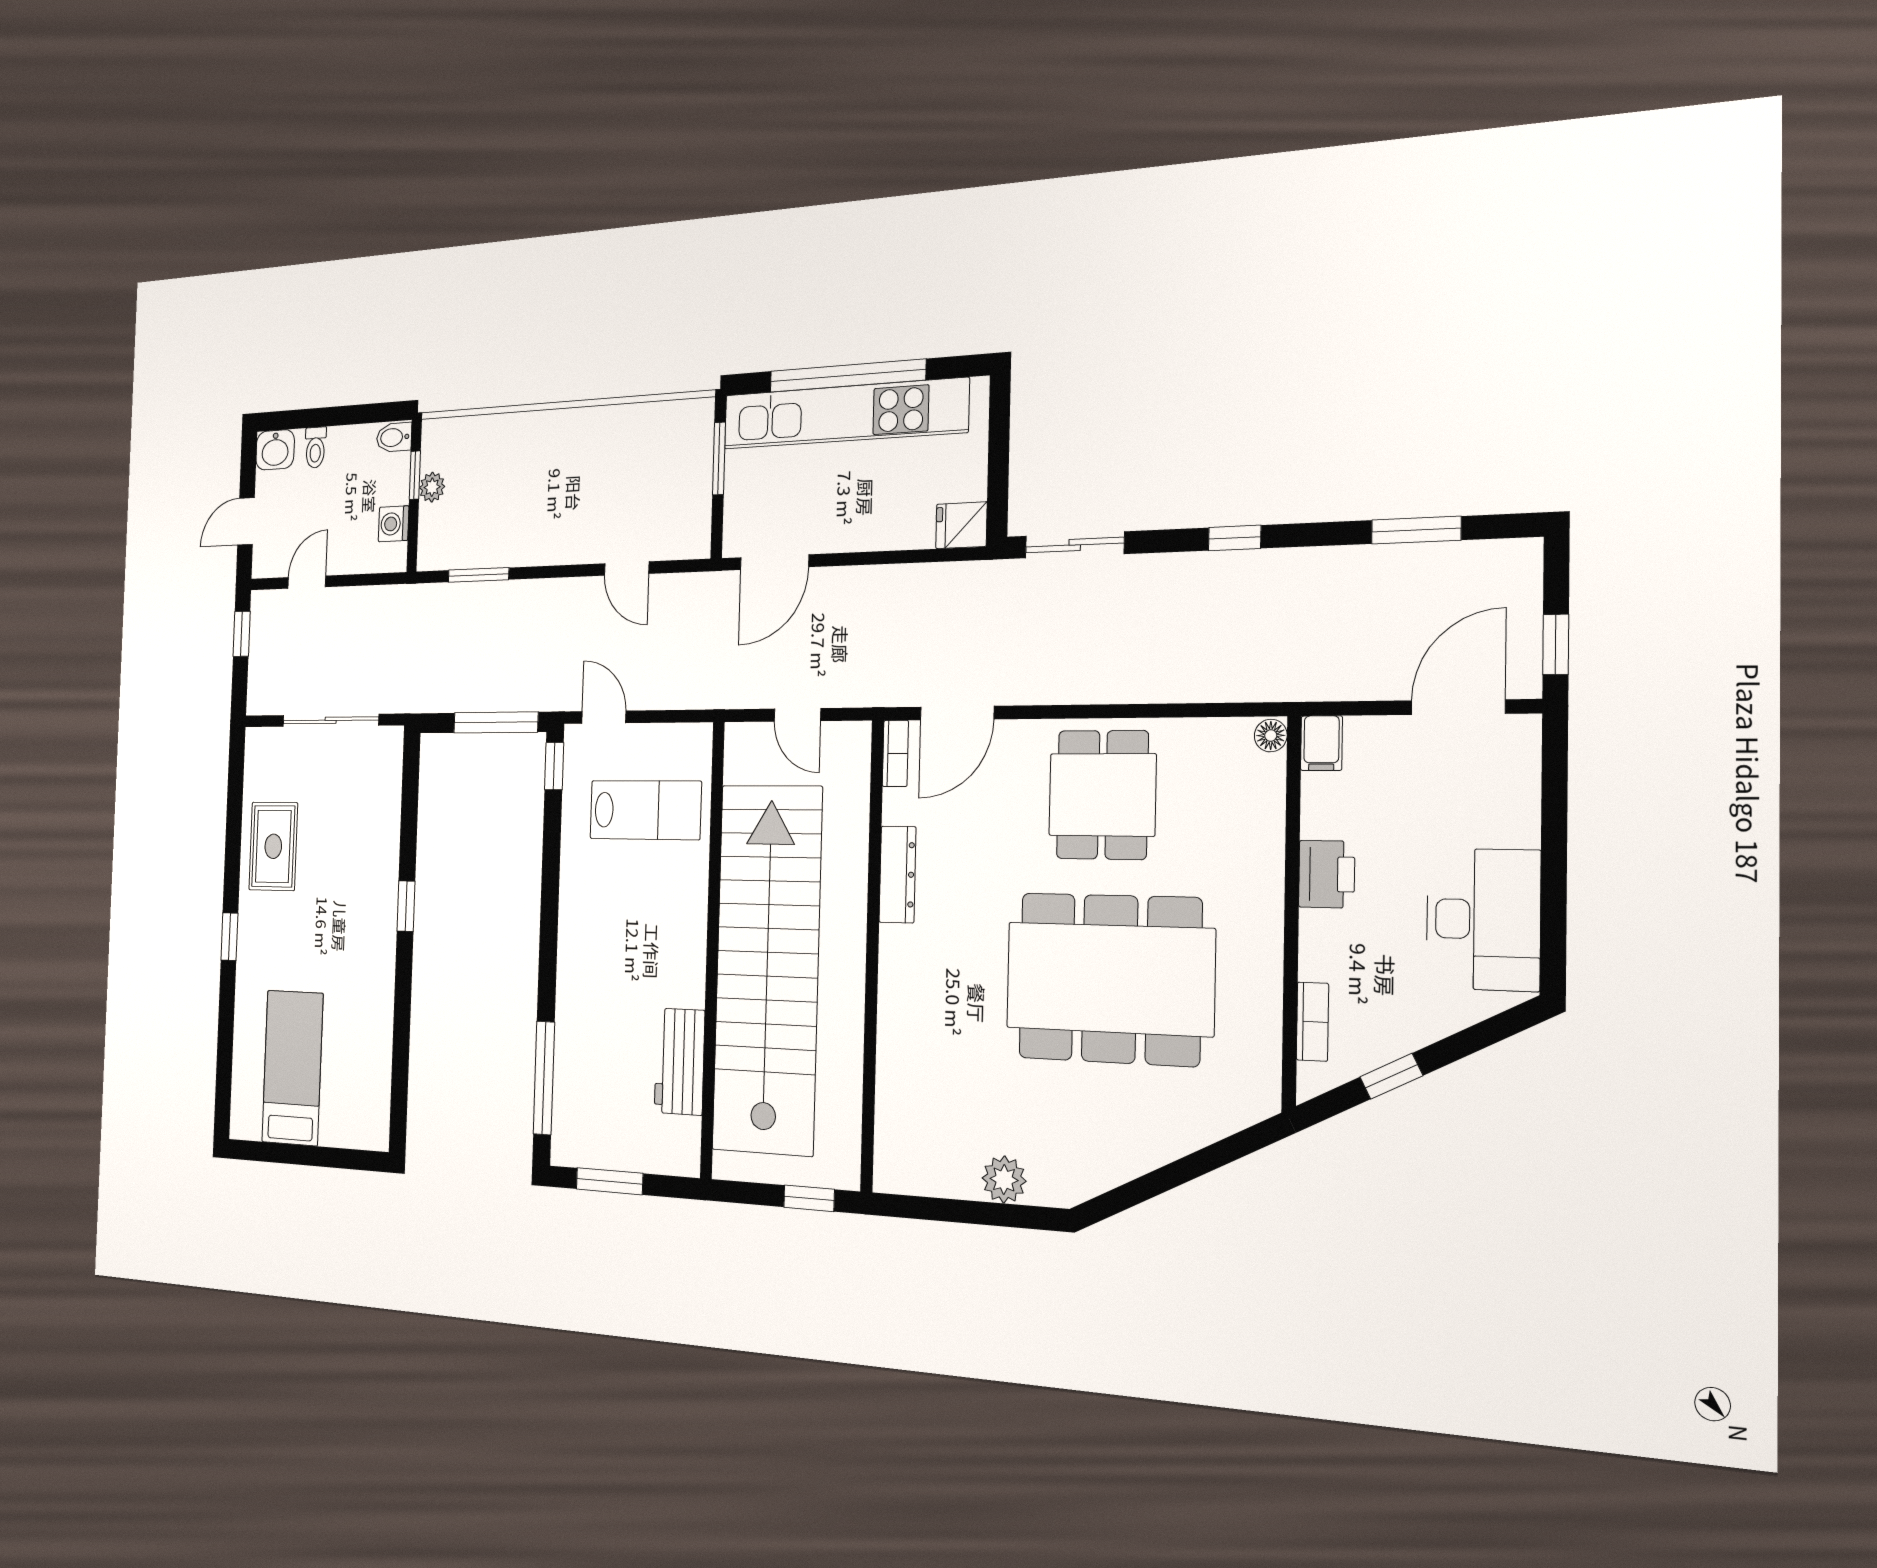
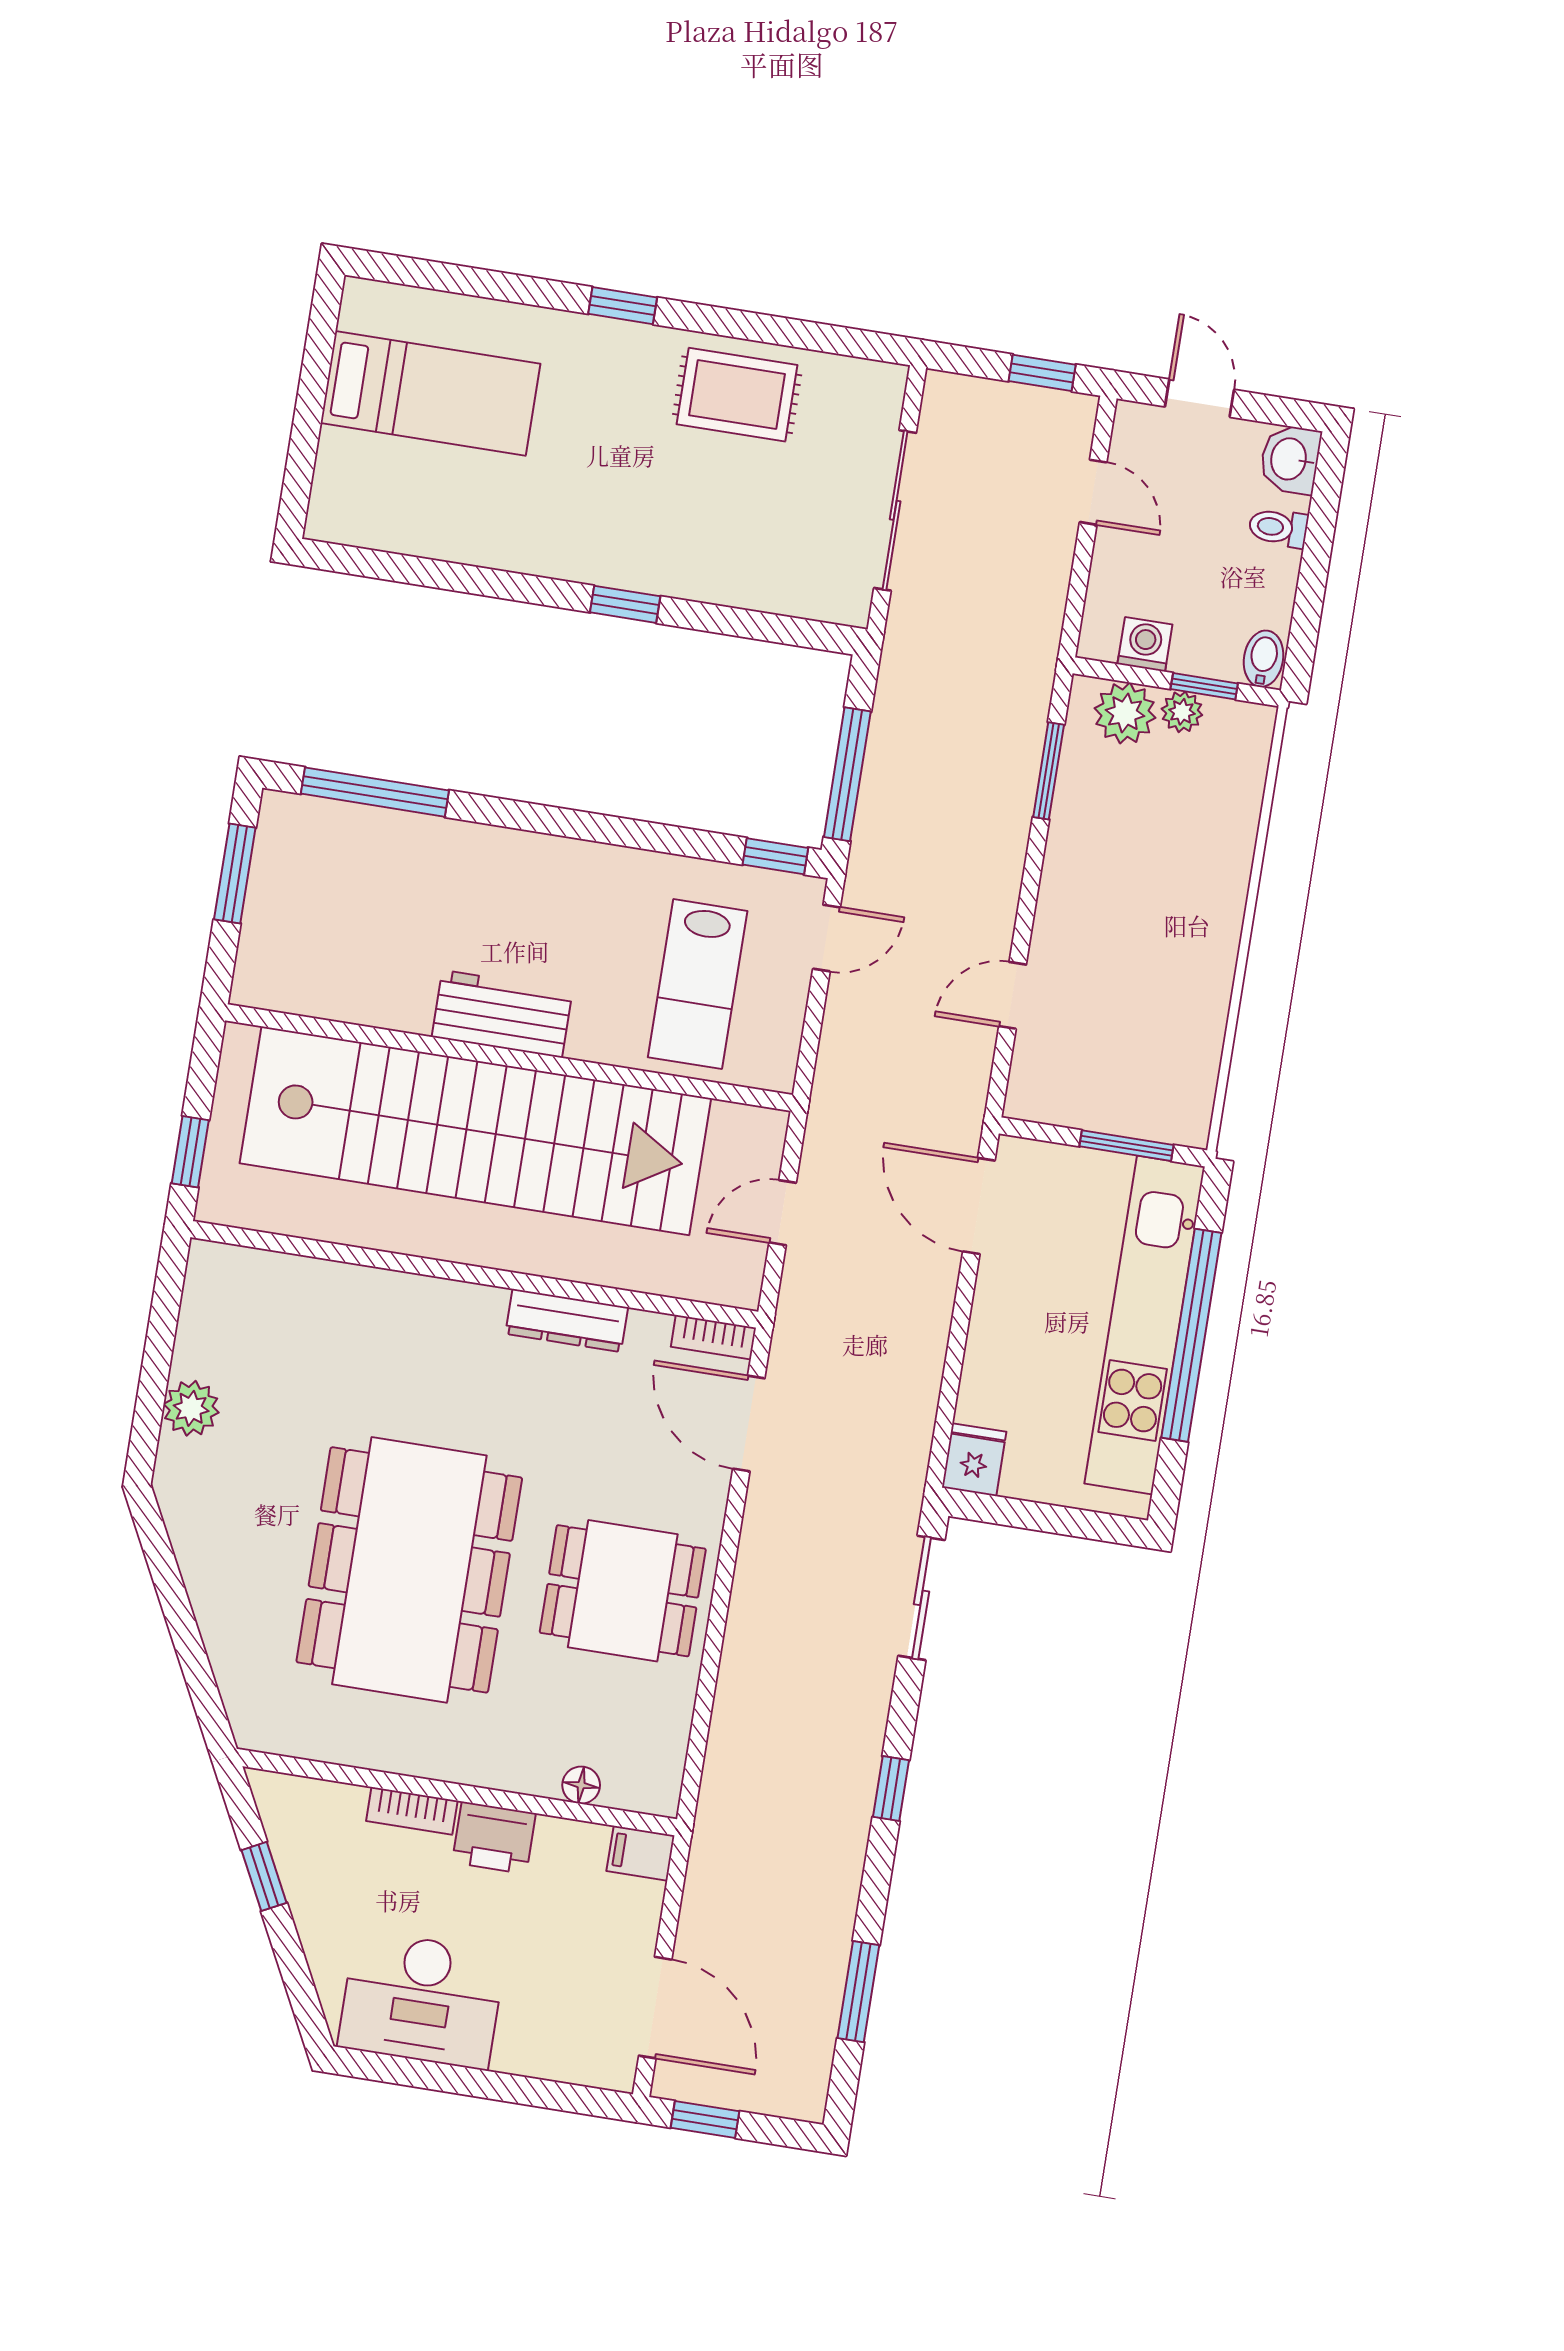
plant: (437, 528) -> (1125, 713), added
floor lamp: (1271, 736) -> (581, 1785), moved
bookcase: (1312, 1022) -> (412, 1811), moved
workbench: (680, 1062) -> (502, 1014), moved

